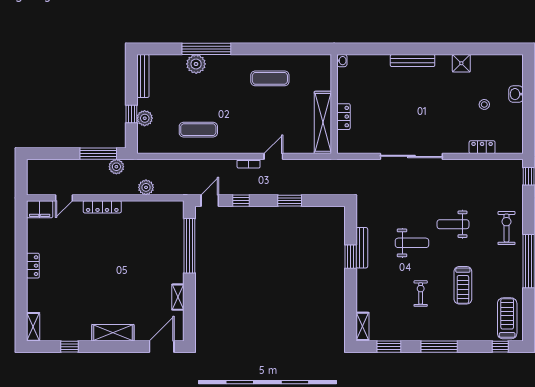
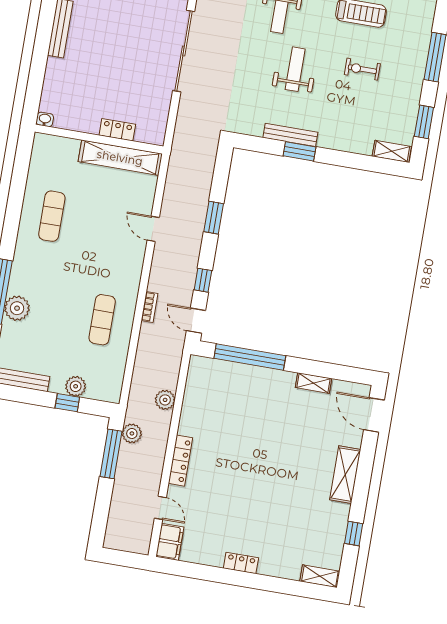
bookcase: (249, 164) -> (150, 307), moved

